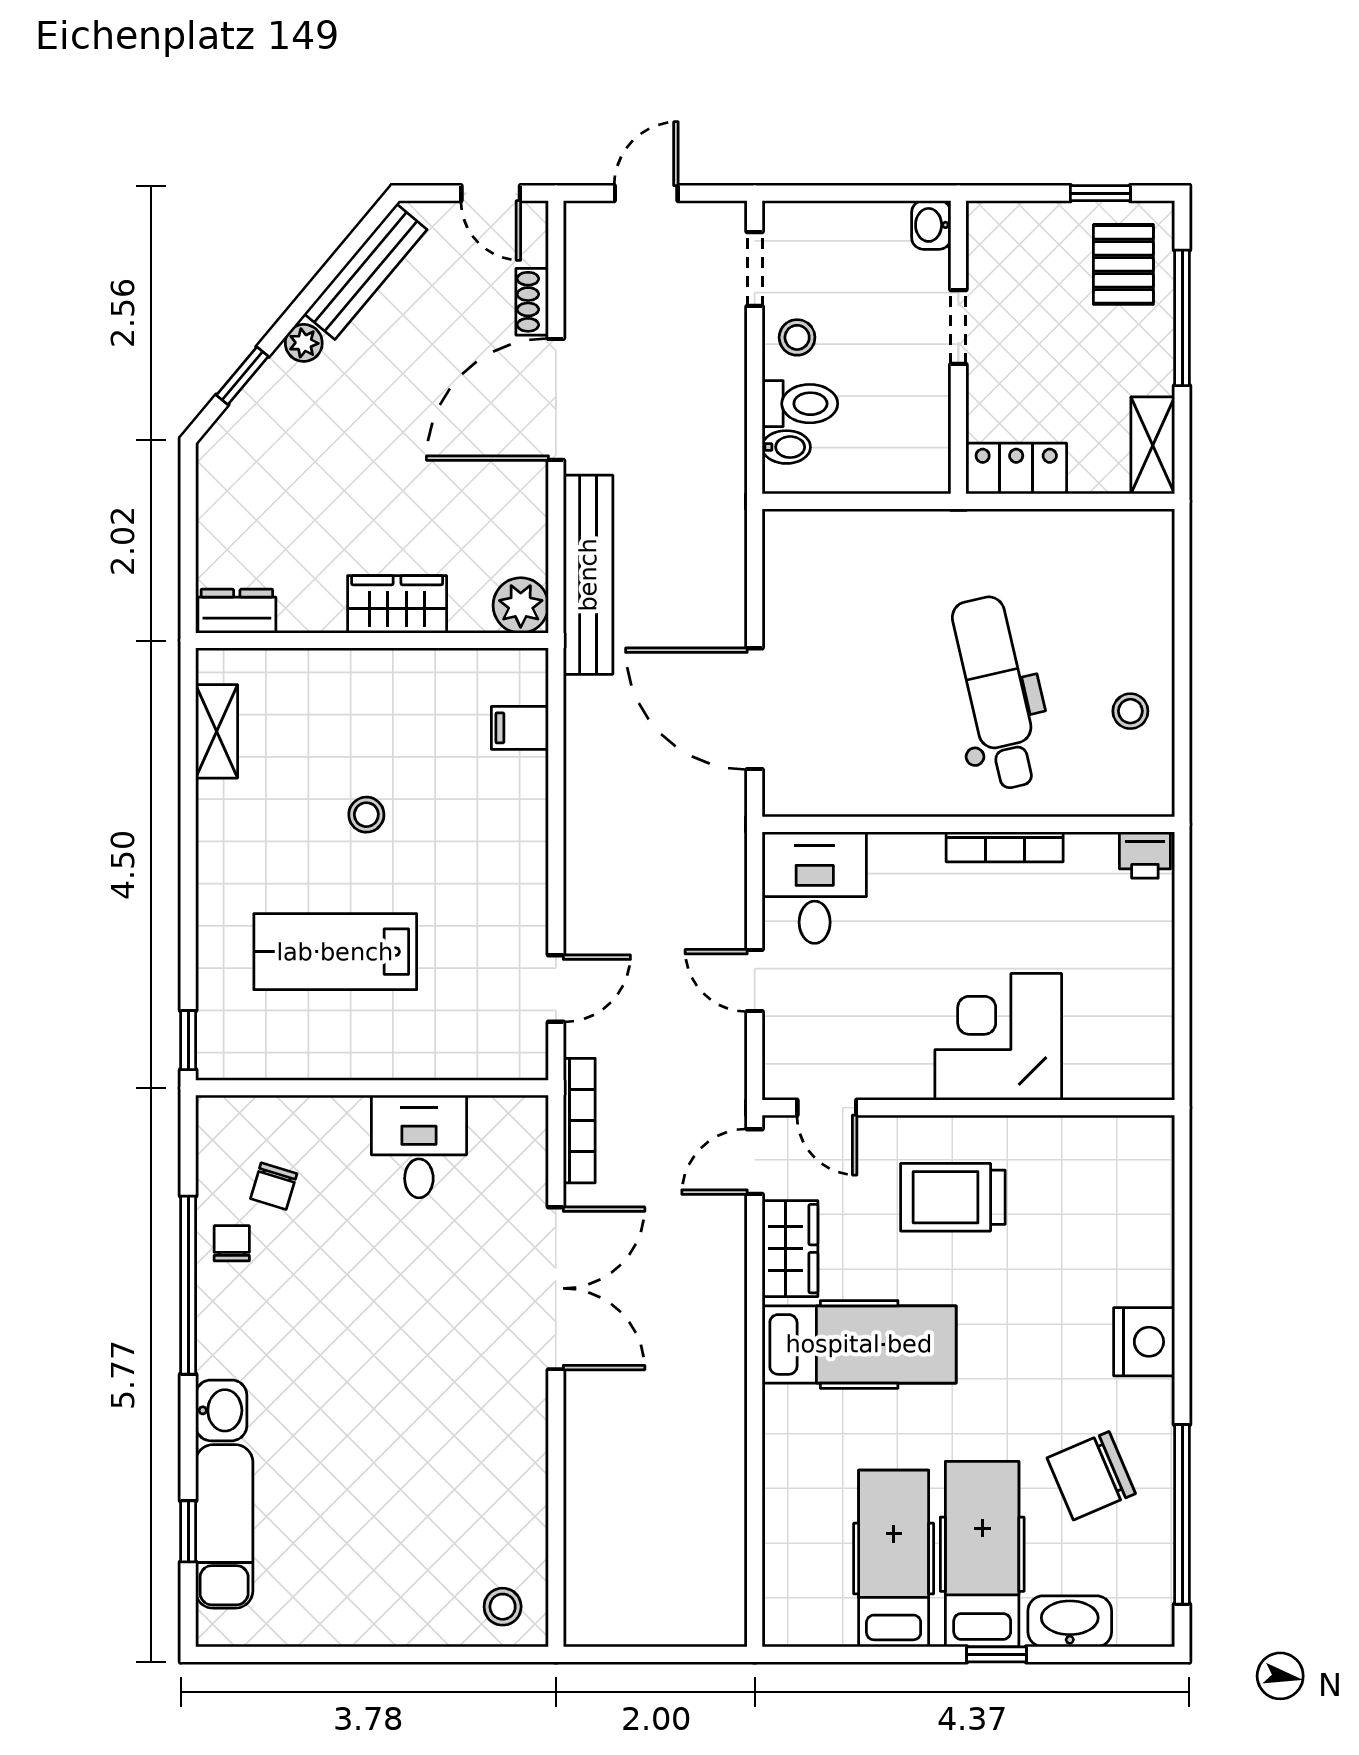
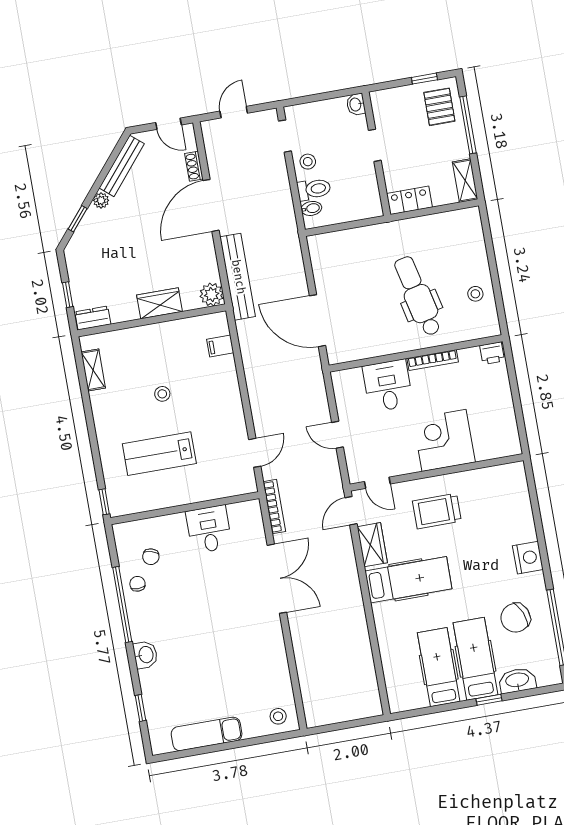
window: (188, 547) -> (68, 295), added
desk: (815, 888) -> (388, 386), moved
exam couch: (224, 1526) -> (207, 734), moved, turned -90

